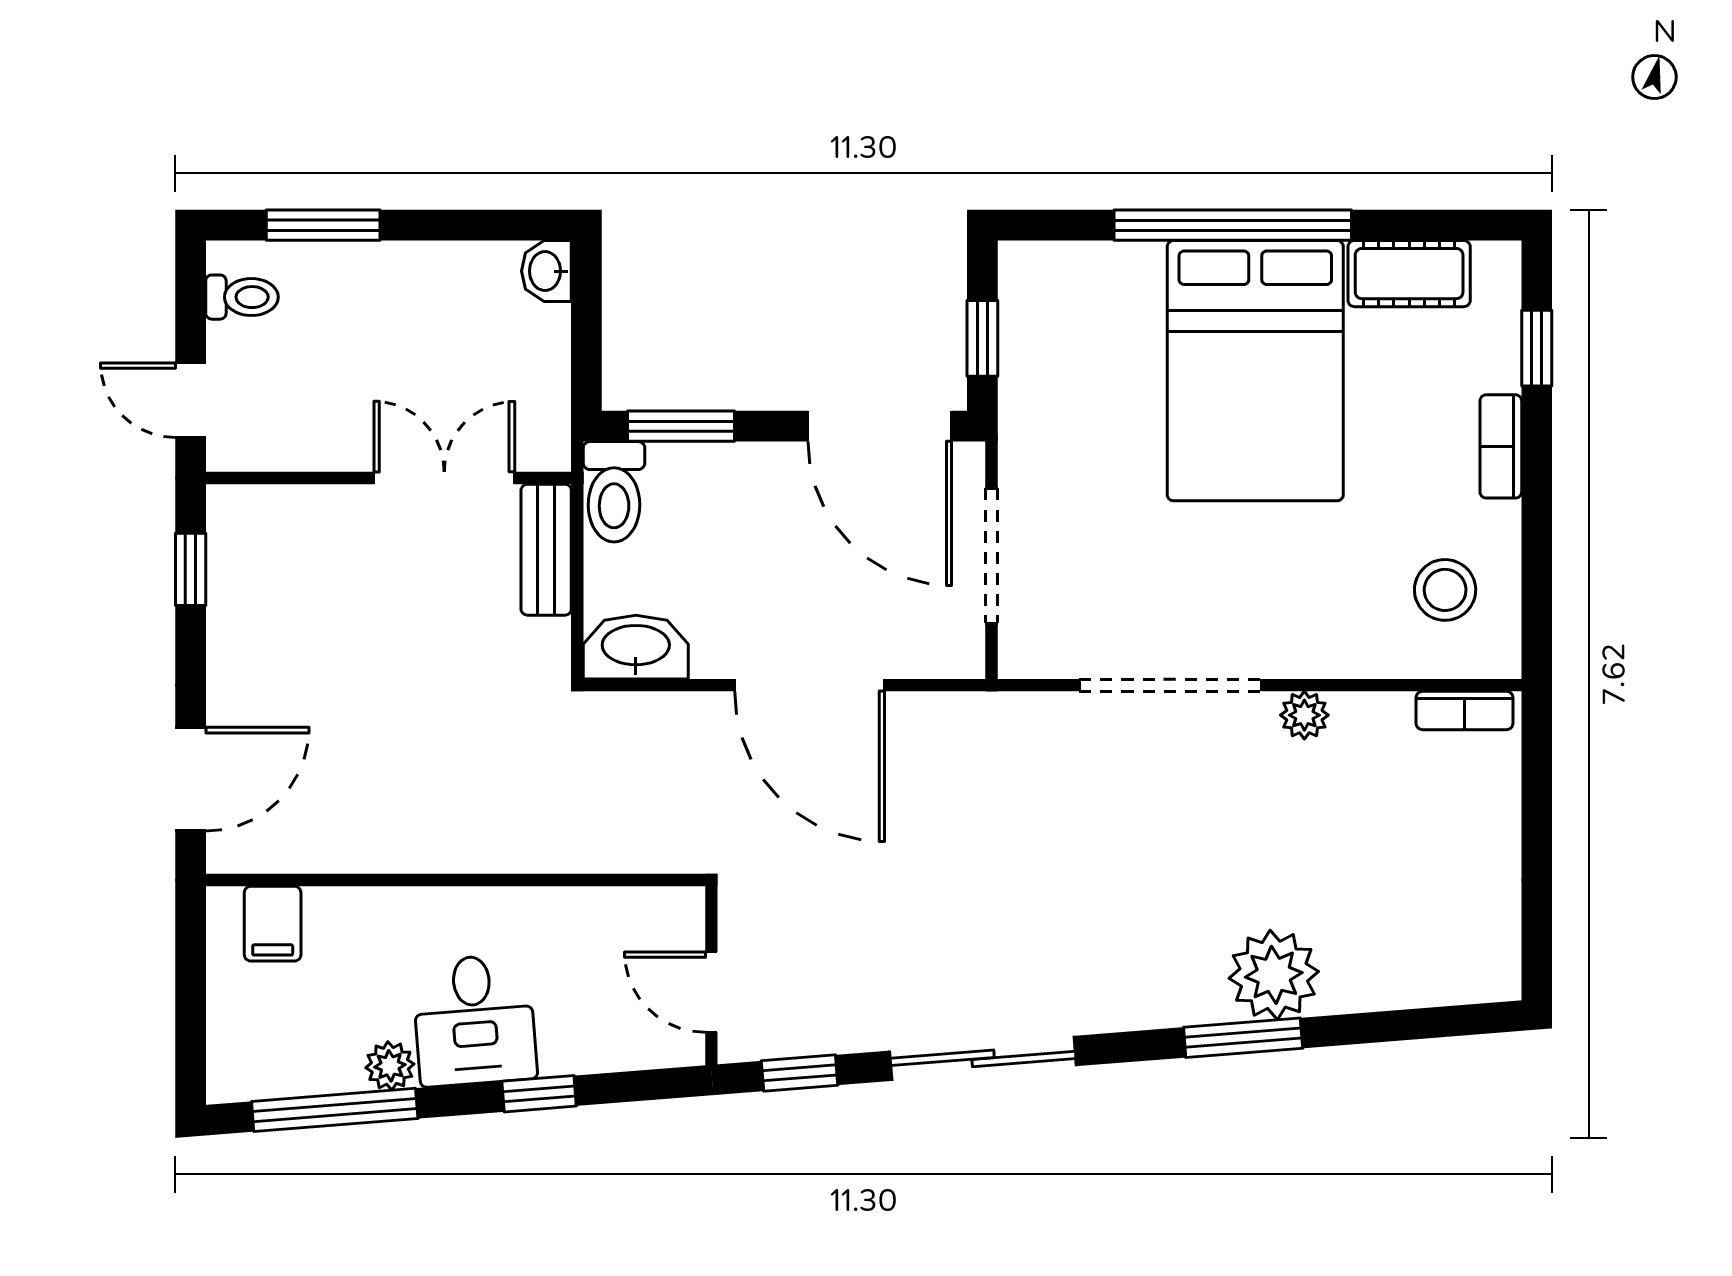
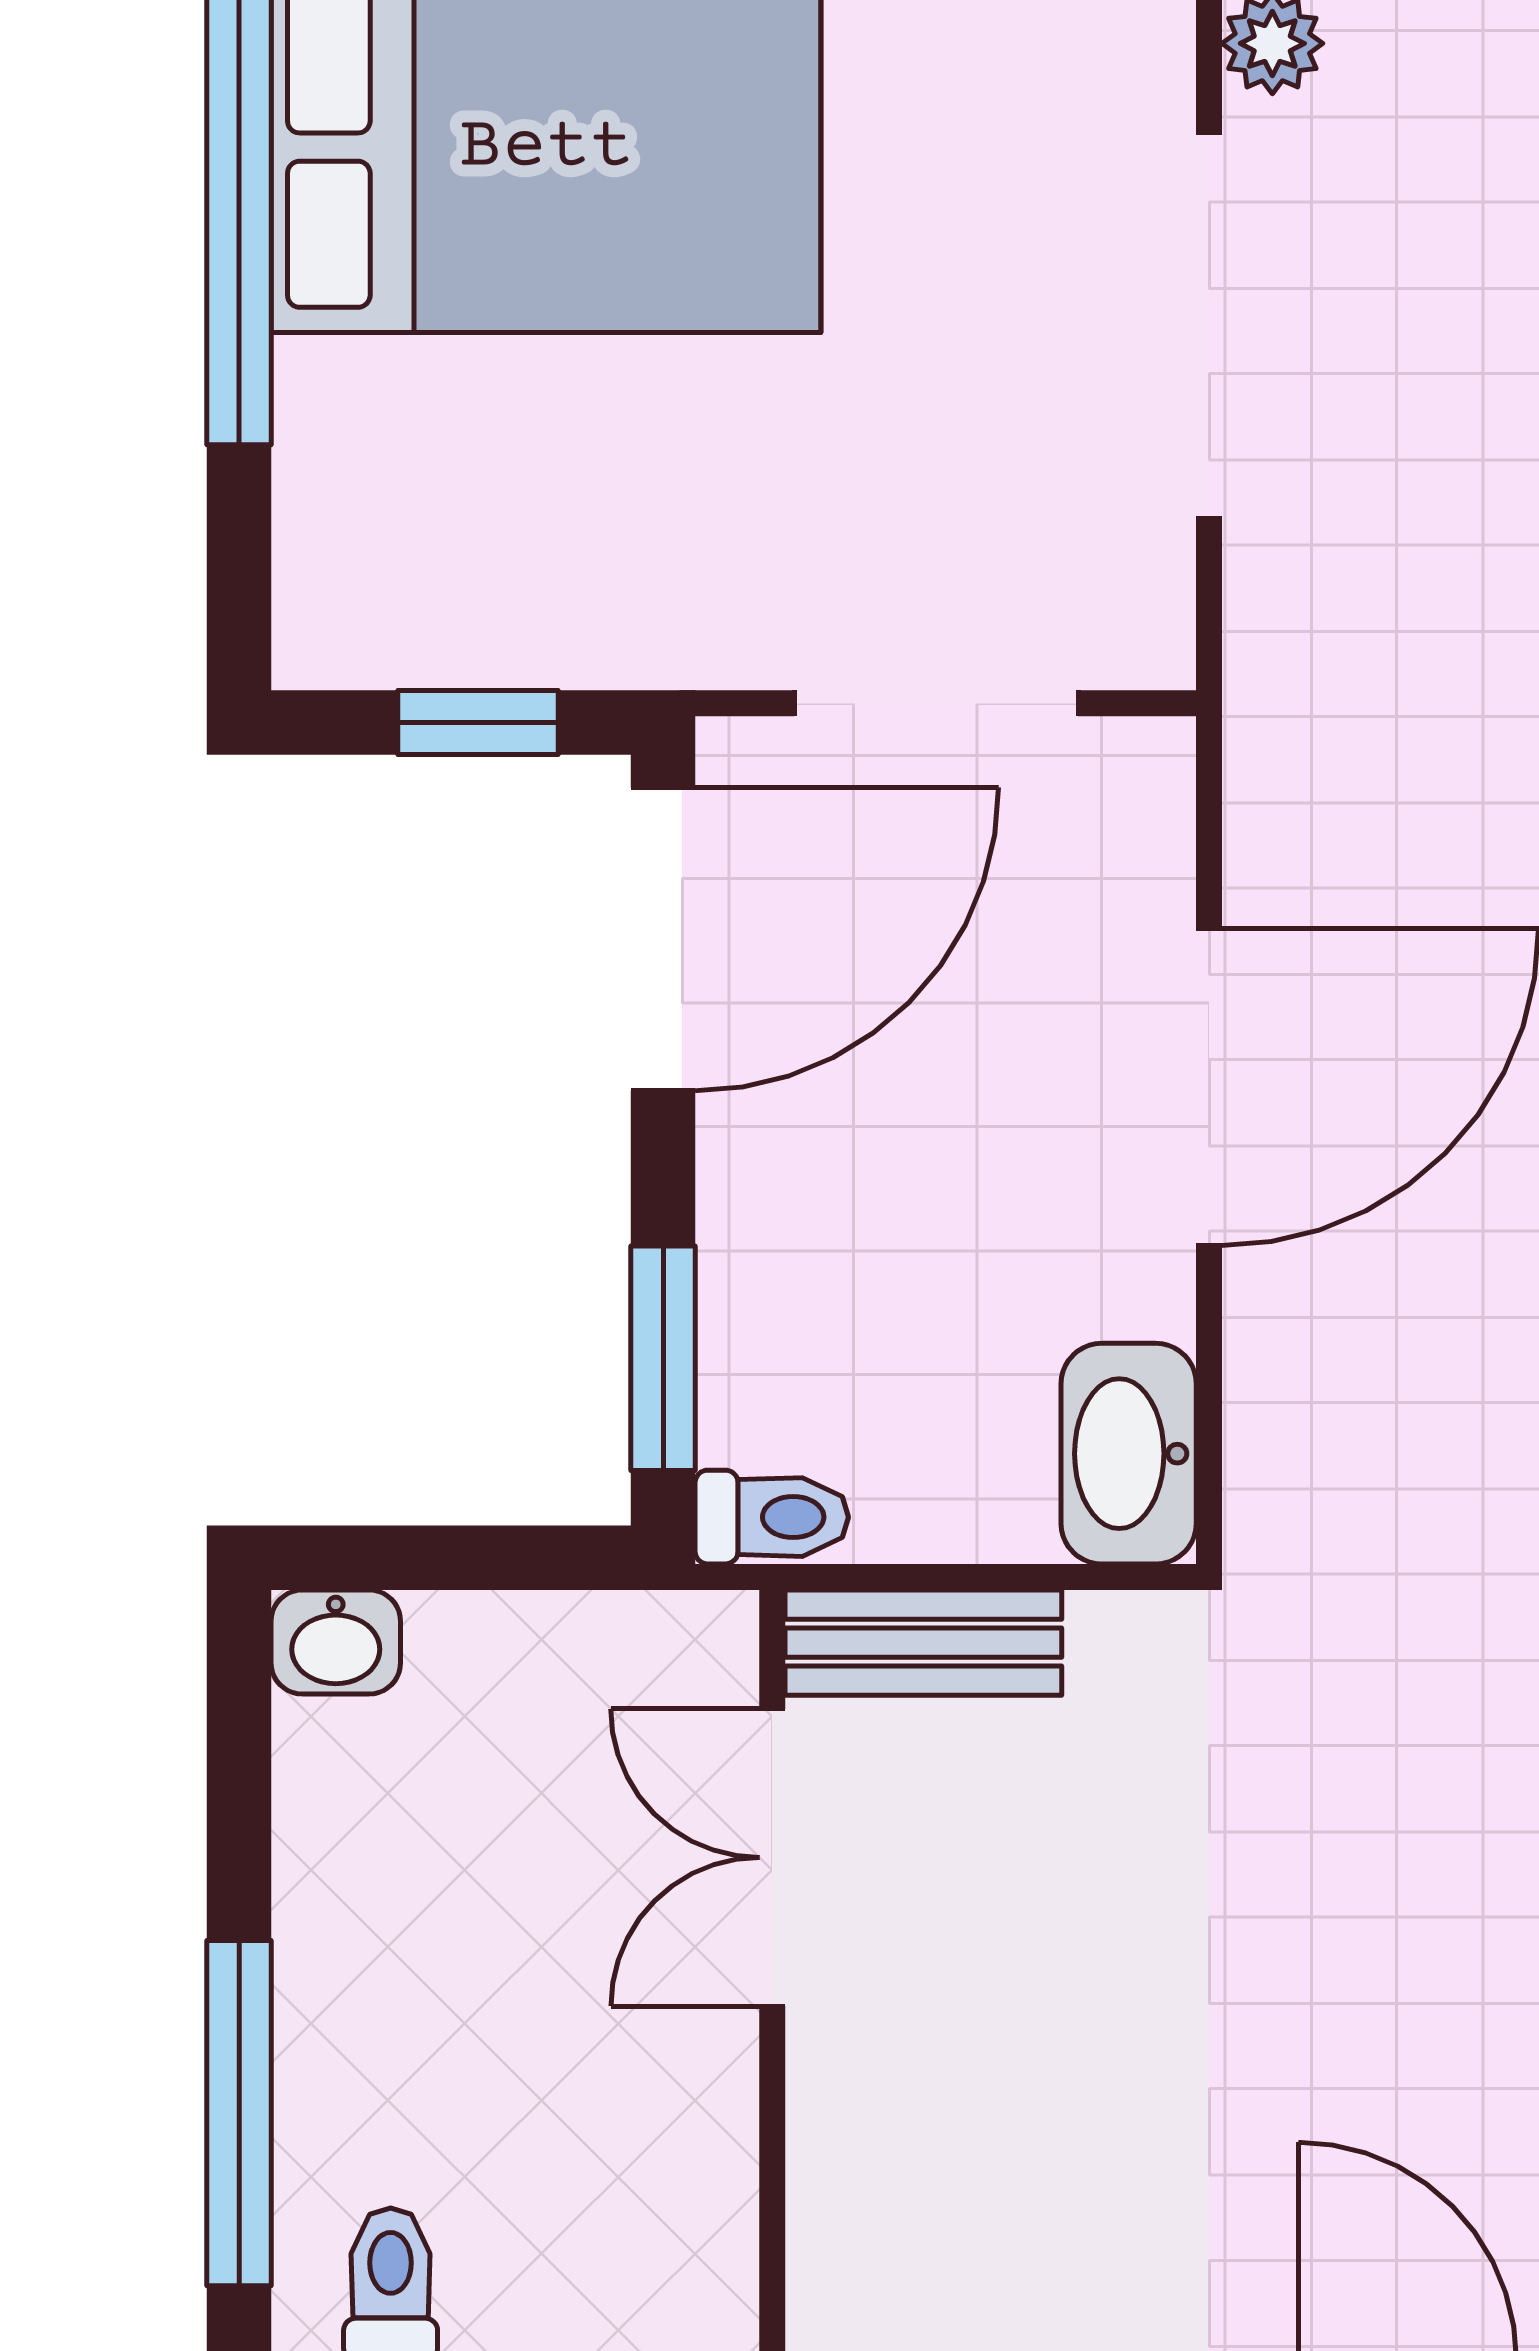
window: (323, 225) -> (239, 2113), width x1.44
toilet: (614, 492) -> (772, 1517), width x0.73, depth x0.72

